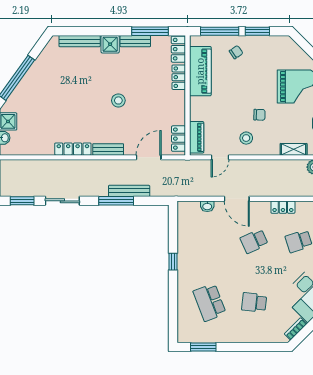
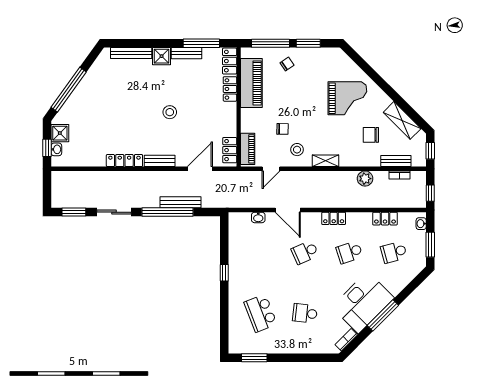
chair: (259, 115) -> (282, 129), moved
shelving: (294, 149) -> (326, 161), moved
window: (116, 201) -> (167, 212), width x1.46

